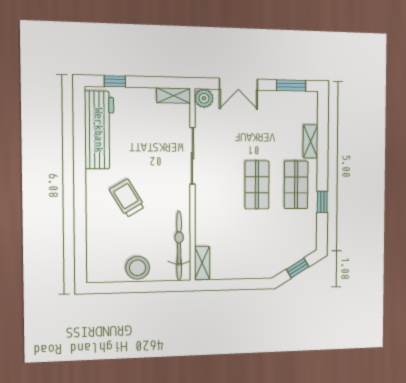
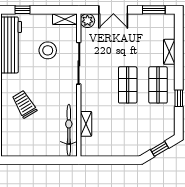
trolley: (127, 198) -> (24, 104), moved
shelving: (202, 263) -> (86, 124), moved
stool: (138, 268) -> (48, 50), moved

